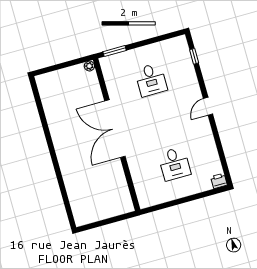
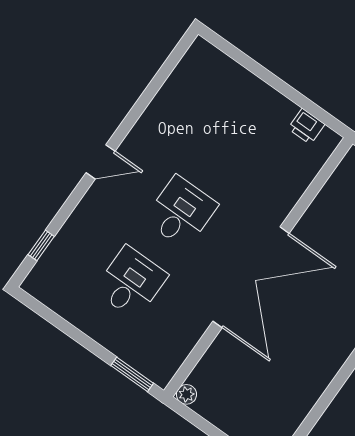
desk: (174, 164) -> (181, 212), moved
printer: (219, 181) -> (306, 126), moved

